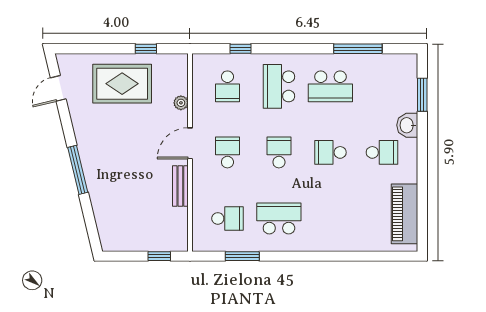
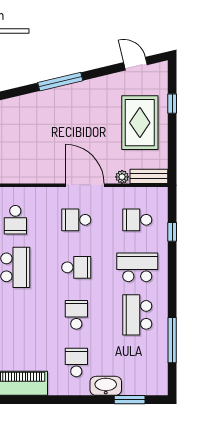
window: (146, 49) -> (172, 104), moved
washbasin: (407, 125) -> (106, 386), width x1.38
door: (190, 143) -> (85, 185), width x1.36
school desk: (227, 152) -> (76, 220), turned 180
school desk: (382, 152) -> (76, 362), turned 180
bench: (180, 186) -> (149, 176), moved

